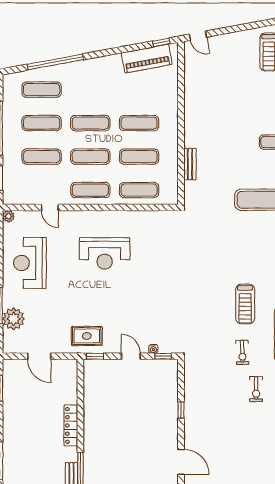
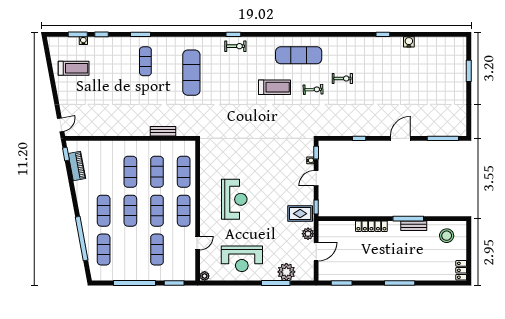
piano: (147, 59) -> (77, 166), width x0.73, depth x0.75
exercise mat: (42, 123) -> (104, 211), moved
rug: (87, 336) -> (300, 214), turned 90
plant: (61, 346) -> (308, 234), added

